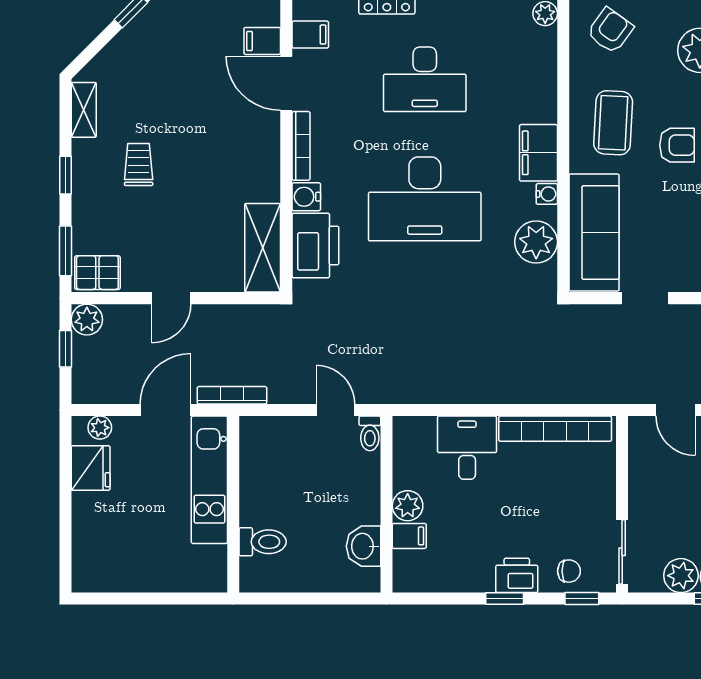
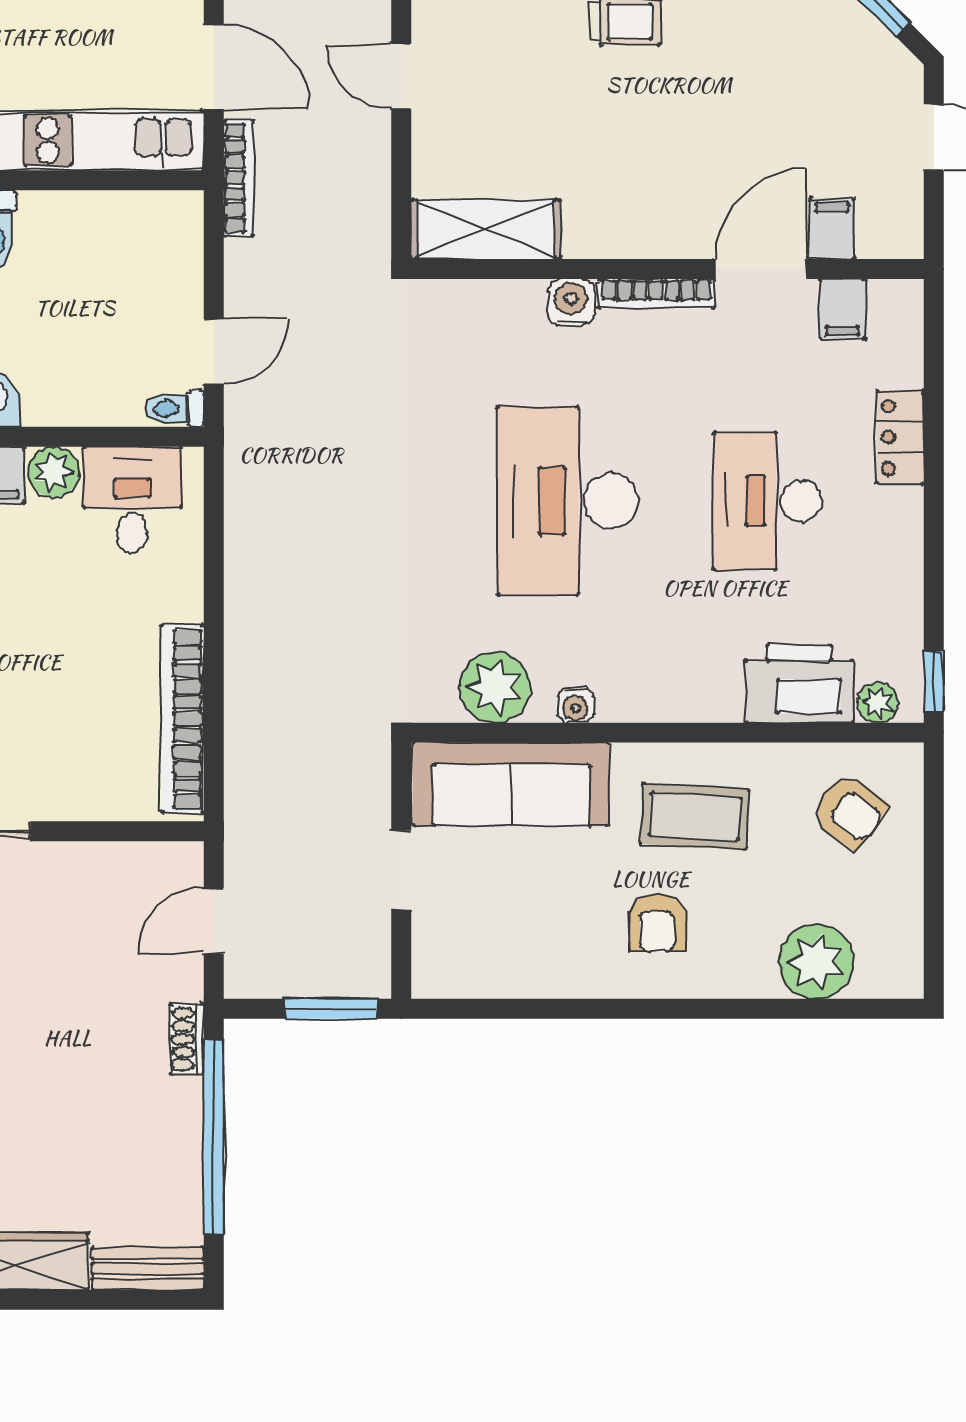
filing cabinet: (538, 153) -> (645, 691), removed
printer: (315, 246) -> (799, 684), moved, turned 180
desk: (467, 448) -> (132, 500), moved, turned -90

